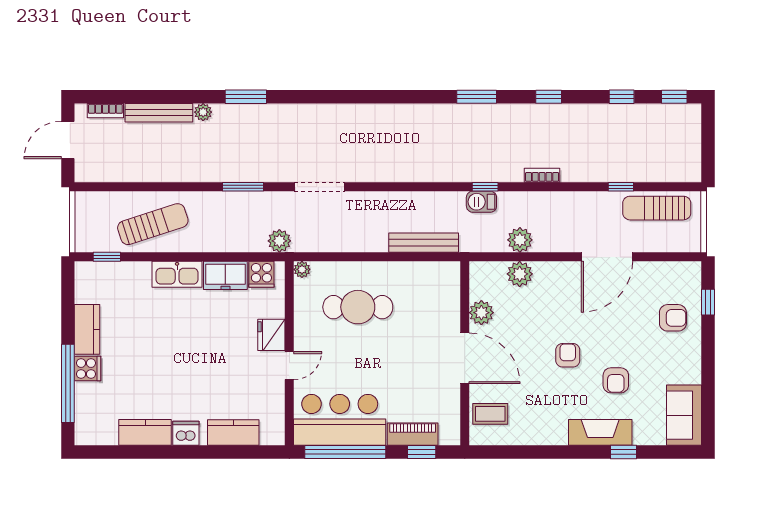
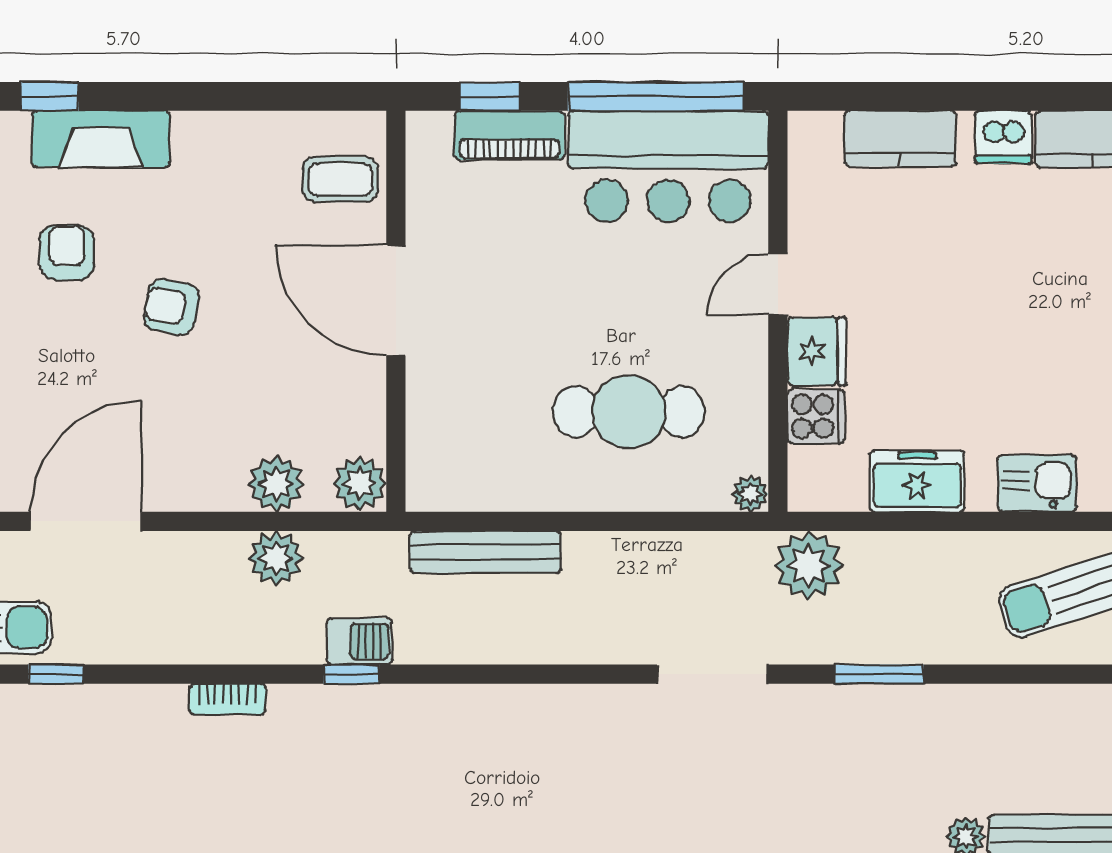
plant: (279, 241) -> (809, 565), width x1.36, depth x1.36
kitchen sink: (177, 274) -> (1037, 483), width x0.73
cooker: (261, 274) -> (816, 416), moved, turned 90
plant: (481, 313) -> (360, 483), moved
armchair: (568, 355) -> (172, 307), turned 100

